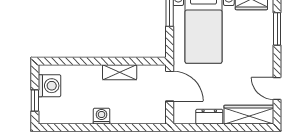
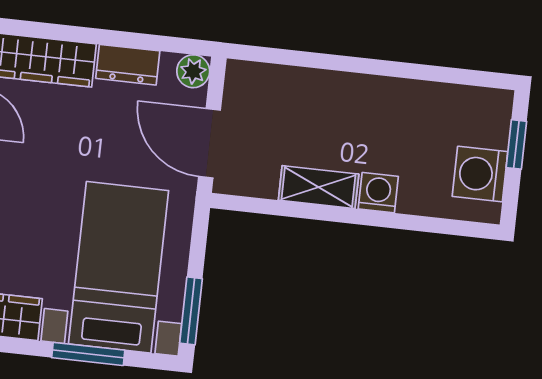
washing machine: (102, 116) -> (378, 193), moved, turned 180
plant: (180, 117) -> (193, 71), added

